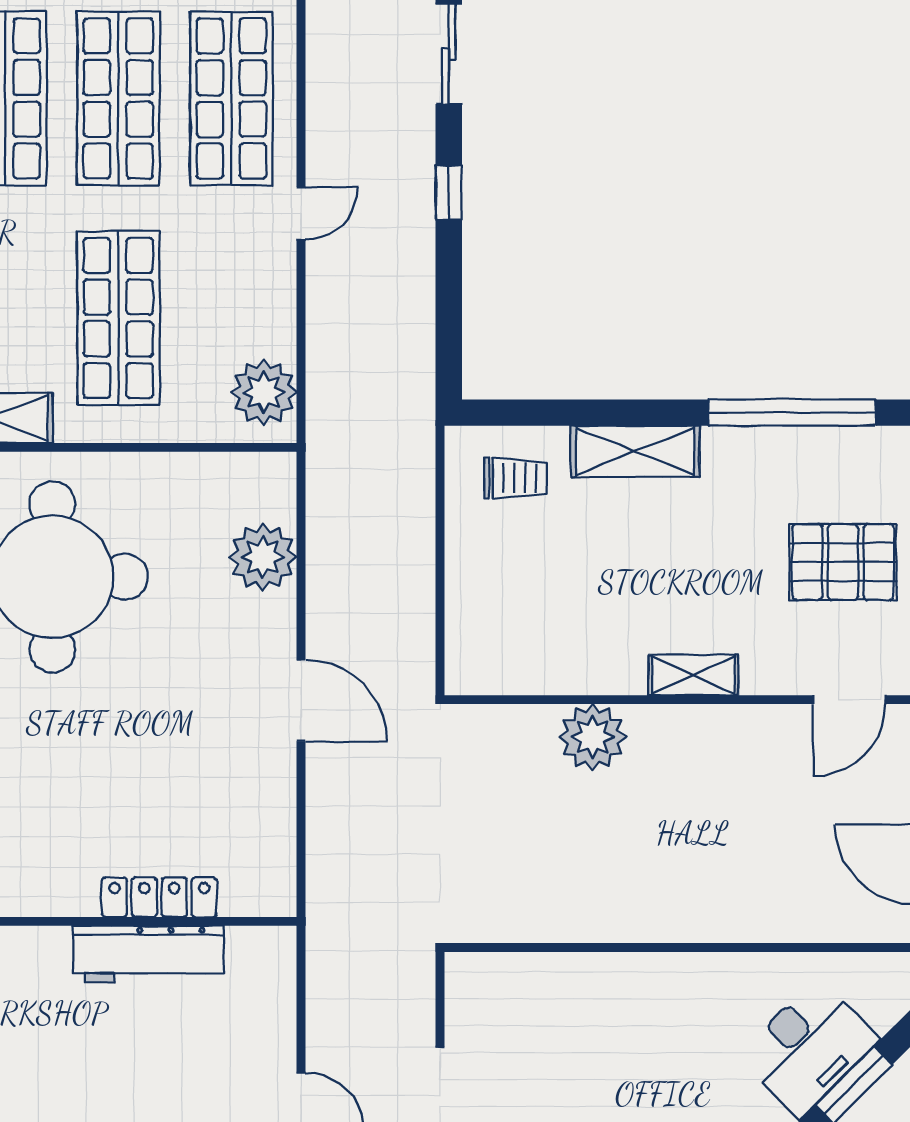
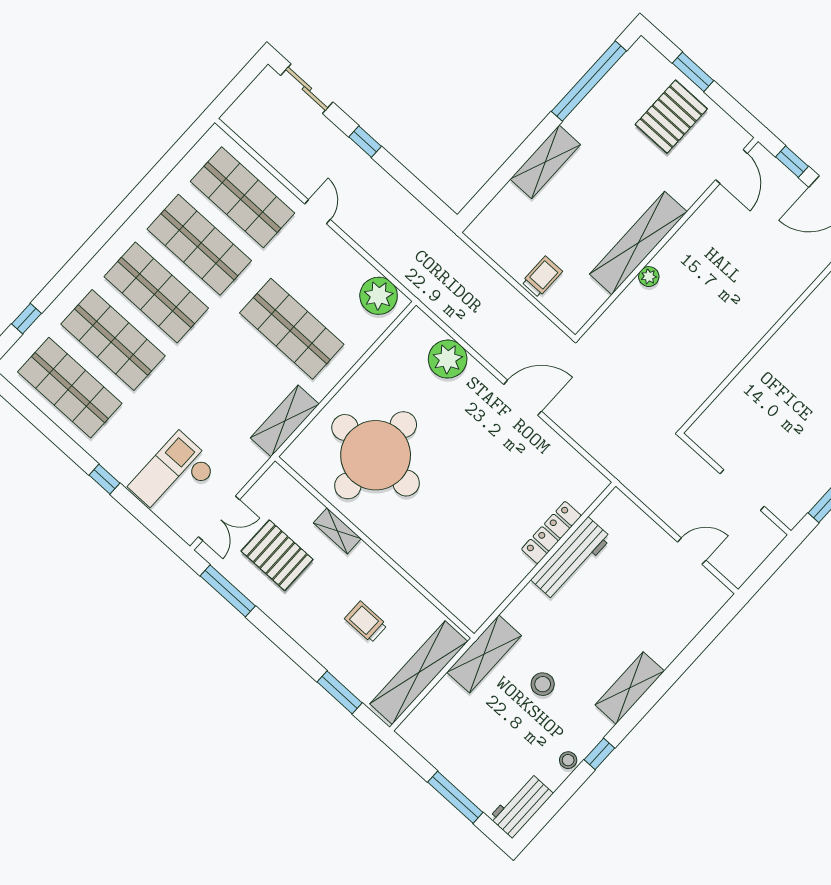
trolley: (515, 478) -> (542, 277), moved
shelving: (693, 675) -> (638, 243), width x2.20, depth x1.33
plant: (593, 737) -> (649, 277), width x0.53, depth x0.53

